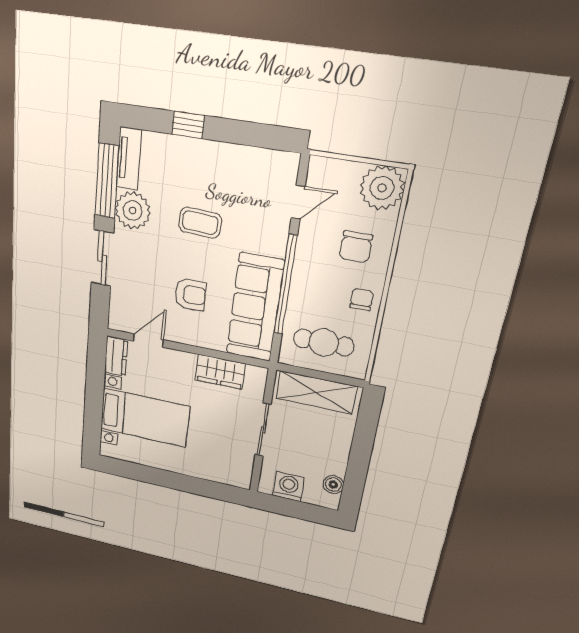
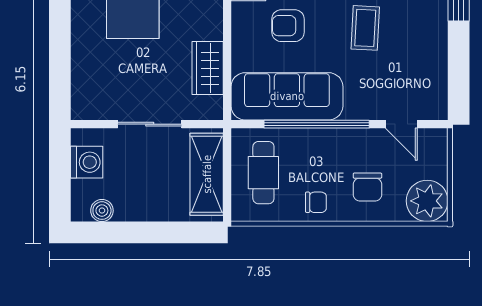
chair: (356, 247) -> (367, 187), turned -90
armchair: (190, 294) -> (288, 26), turned 90

